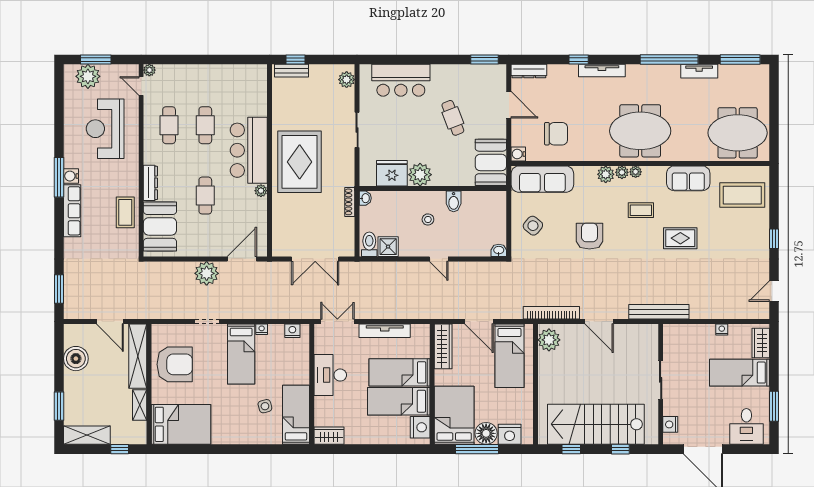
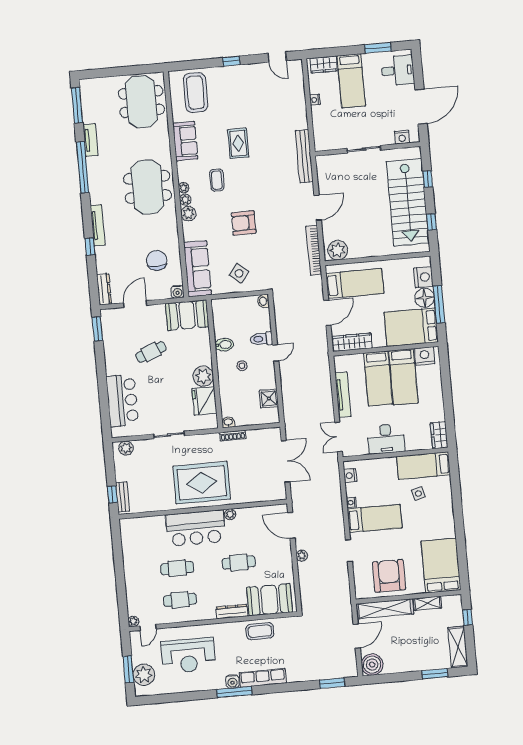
toilet: (369, 244) -> (261, 339), moved
plant: (207, 273) -> (302, 556), width x0.53, depth x0.53
boiler: (76, 359) -> (372, 665), moved

